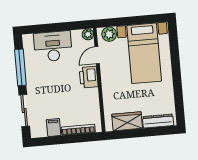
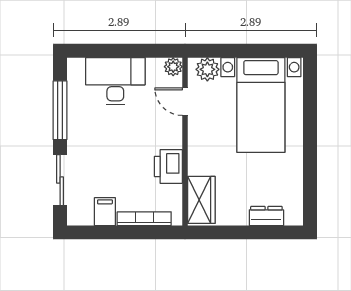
door: (97, 55) -> (185, 102), hinge flipped
printer: (89, 77) -> (168, 166), moved
wardrobe: (127, 121) -> (201, 200), moved, turned 90
dresser: (158, 121) -> (266, 216), width x0.70

